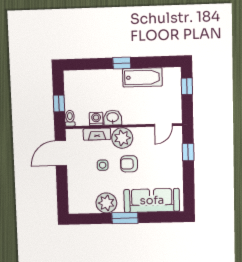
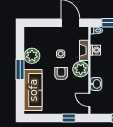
washbasin: (113, 118) -> (96, 84), moved

